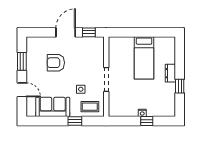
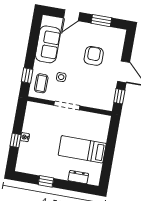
dresser: (170, 73) -> (78, 177), moved
window: (75, 121) -> (27, 75), moved

